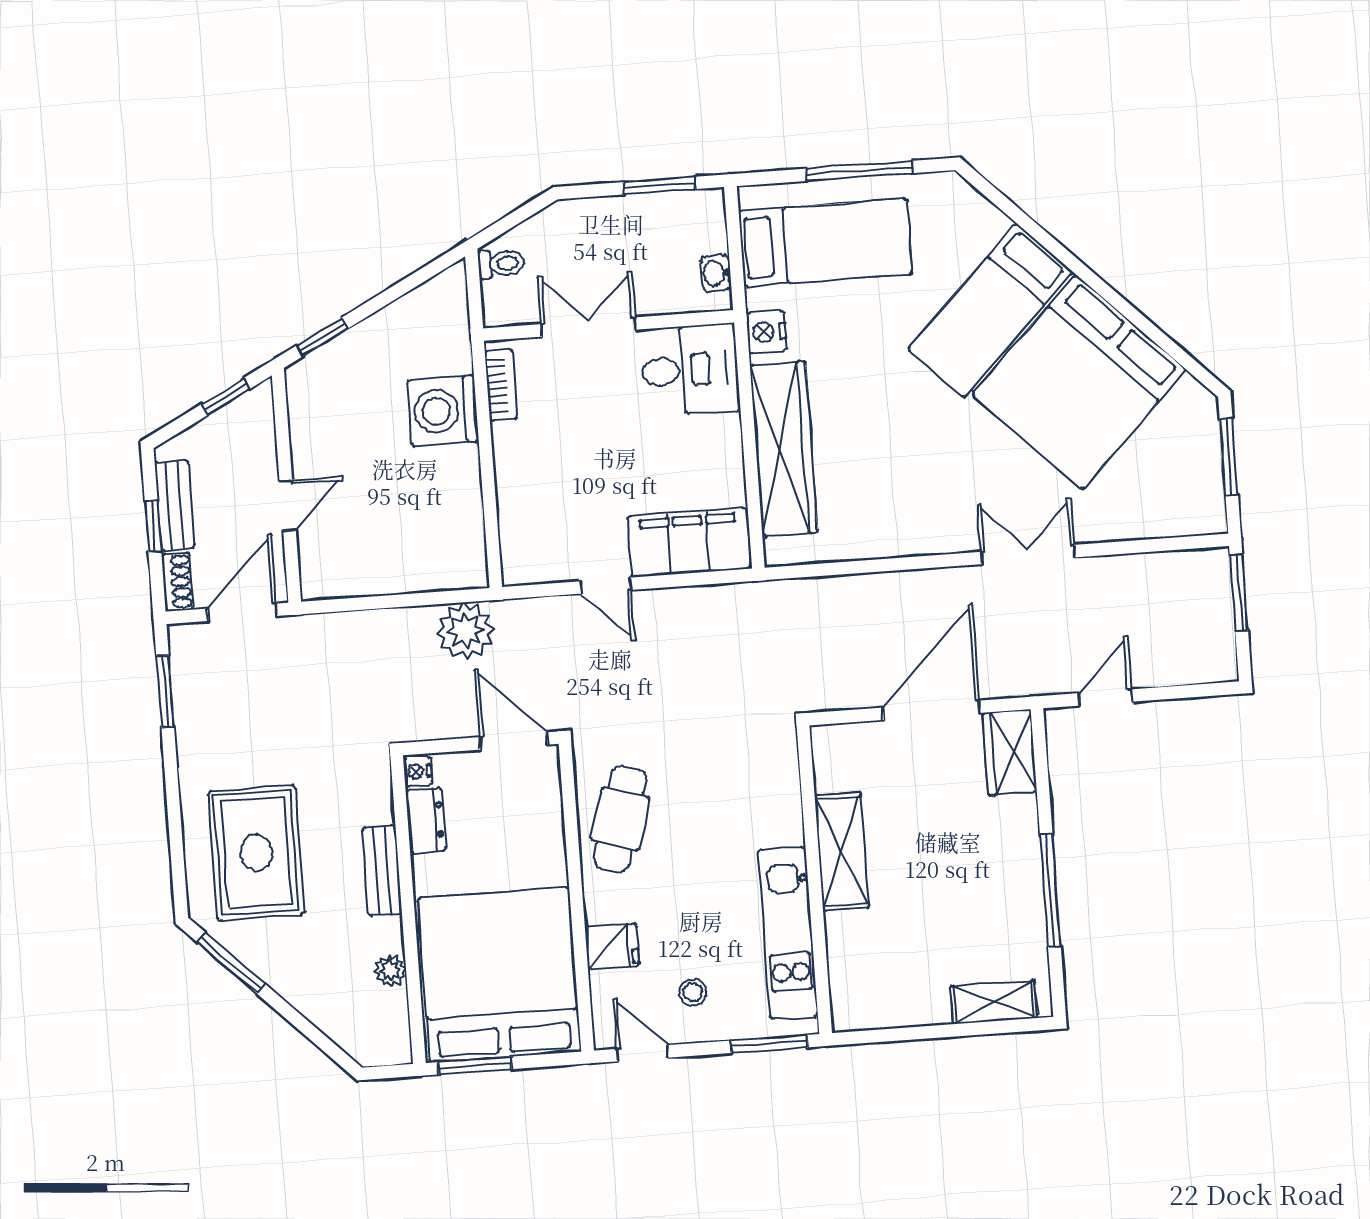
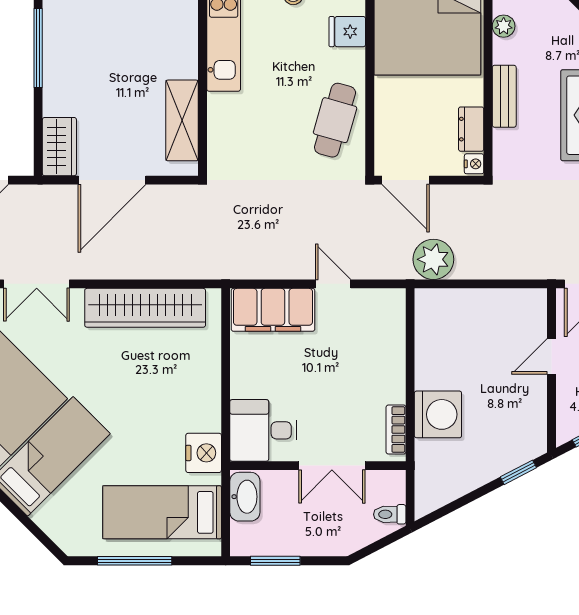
washbasin: (716, 273) -> (245, 497), width x1.91, depth x1.45
nightstand: (766, 332) -> (204, 453), width x1.36, depth x1.33
wardrobe: (784, 449) -> (145, 308), moved, turned -90
shelving: (842, 851) -> (182, 120), moved

